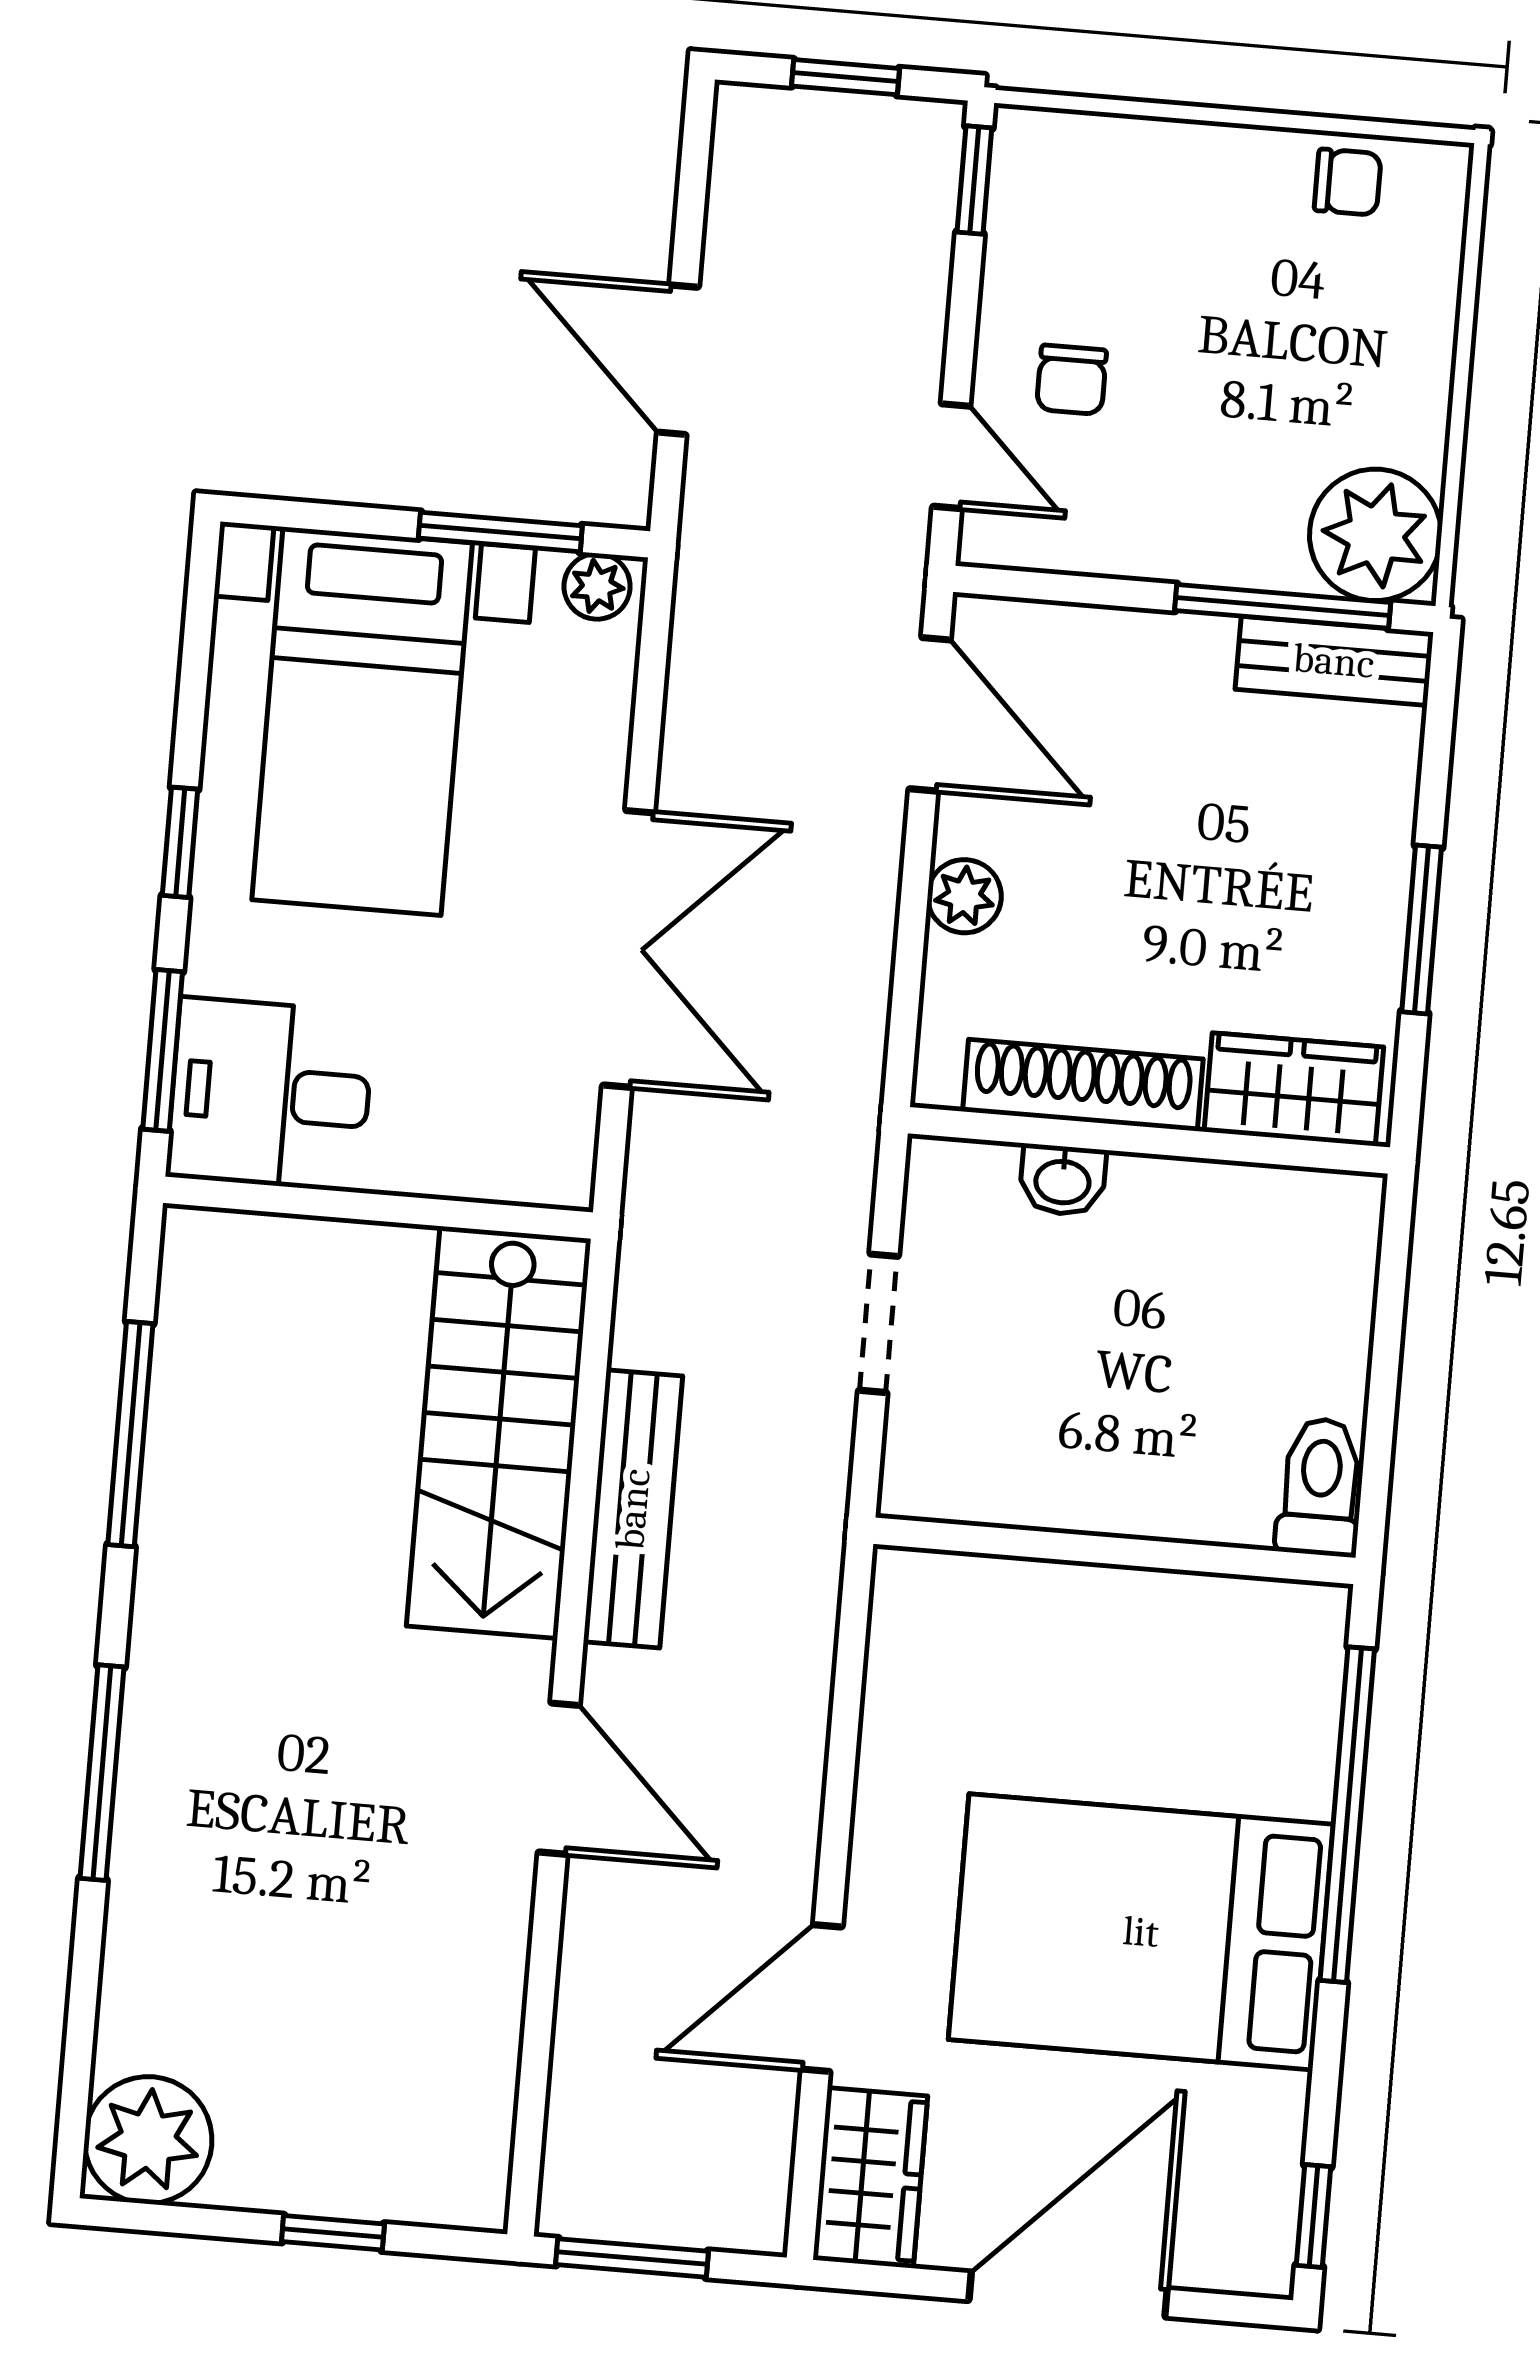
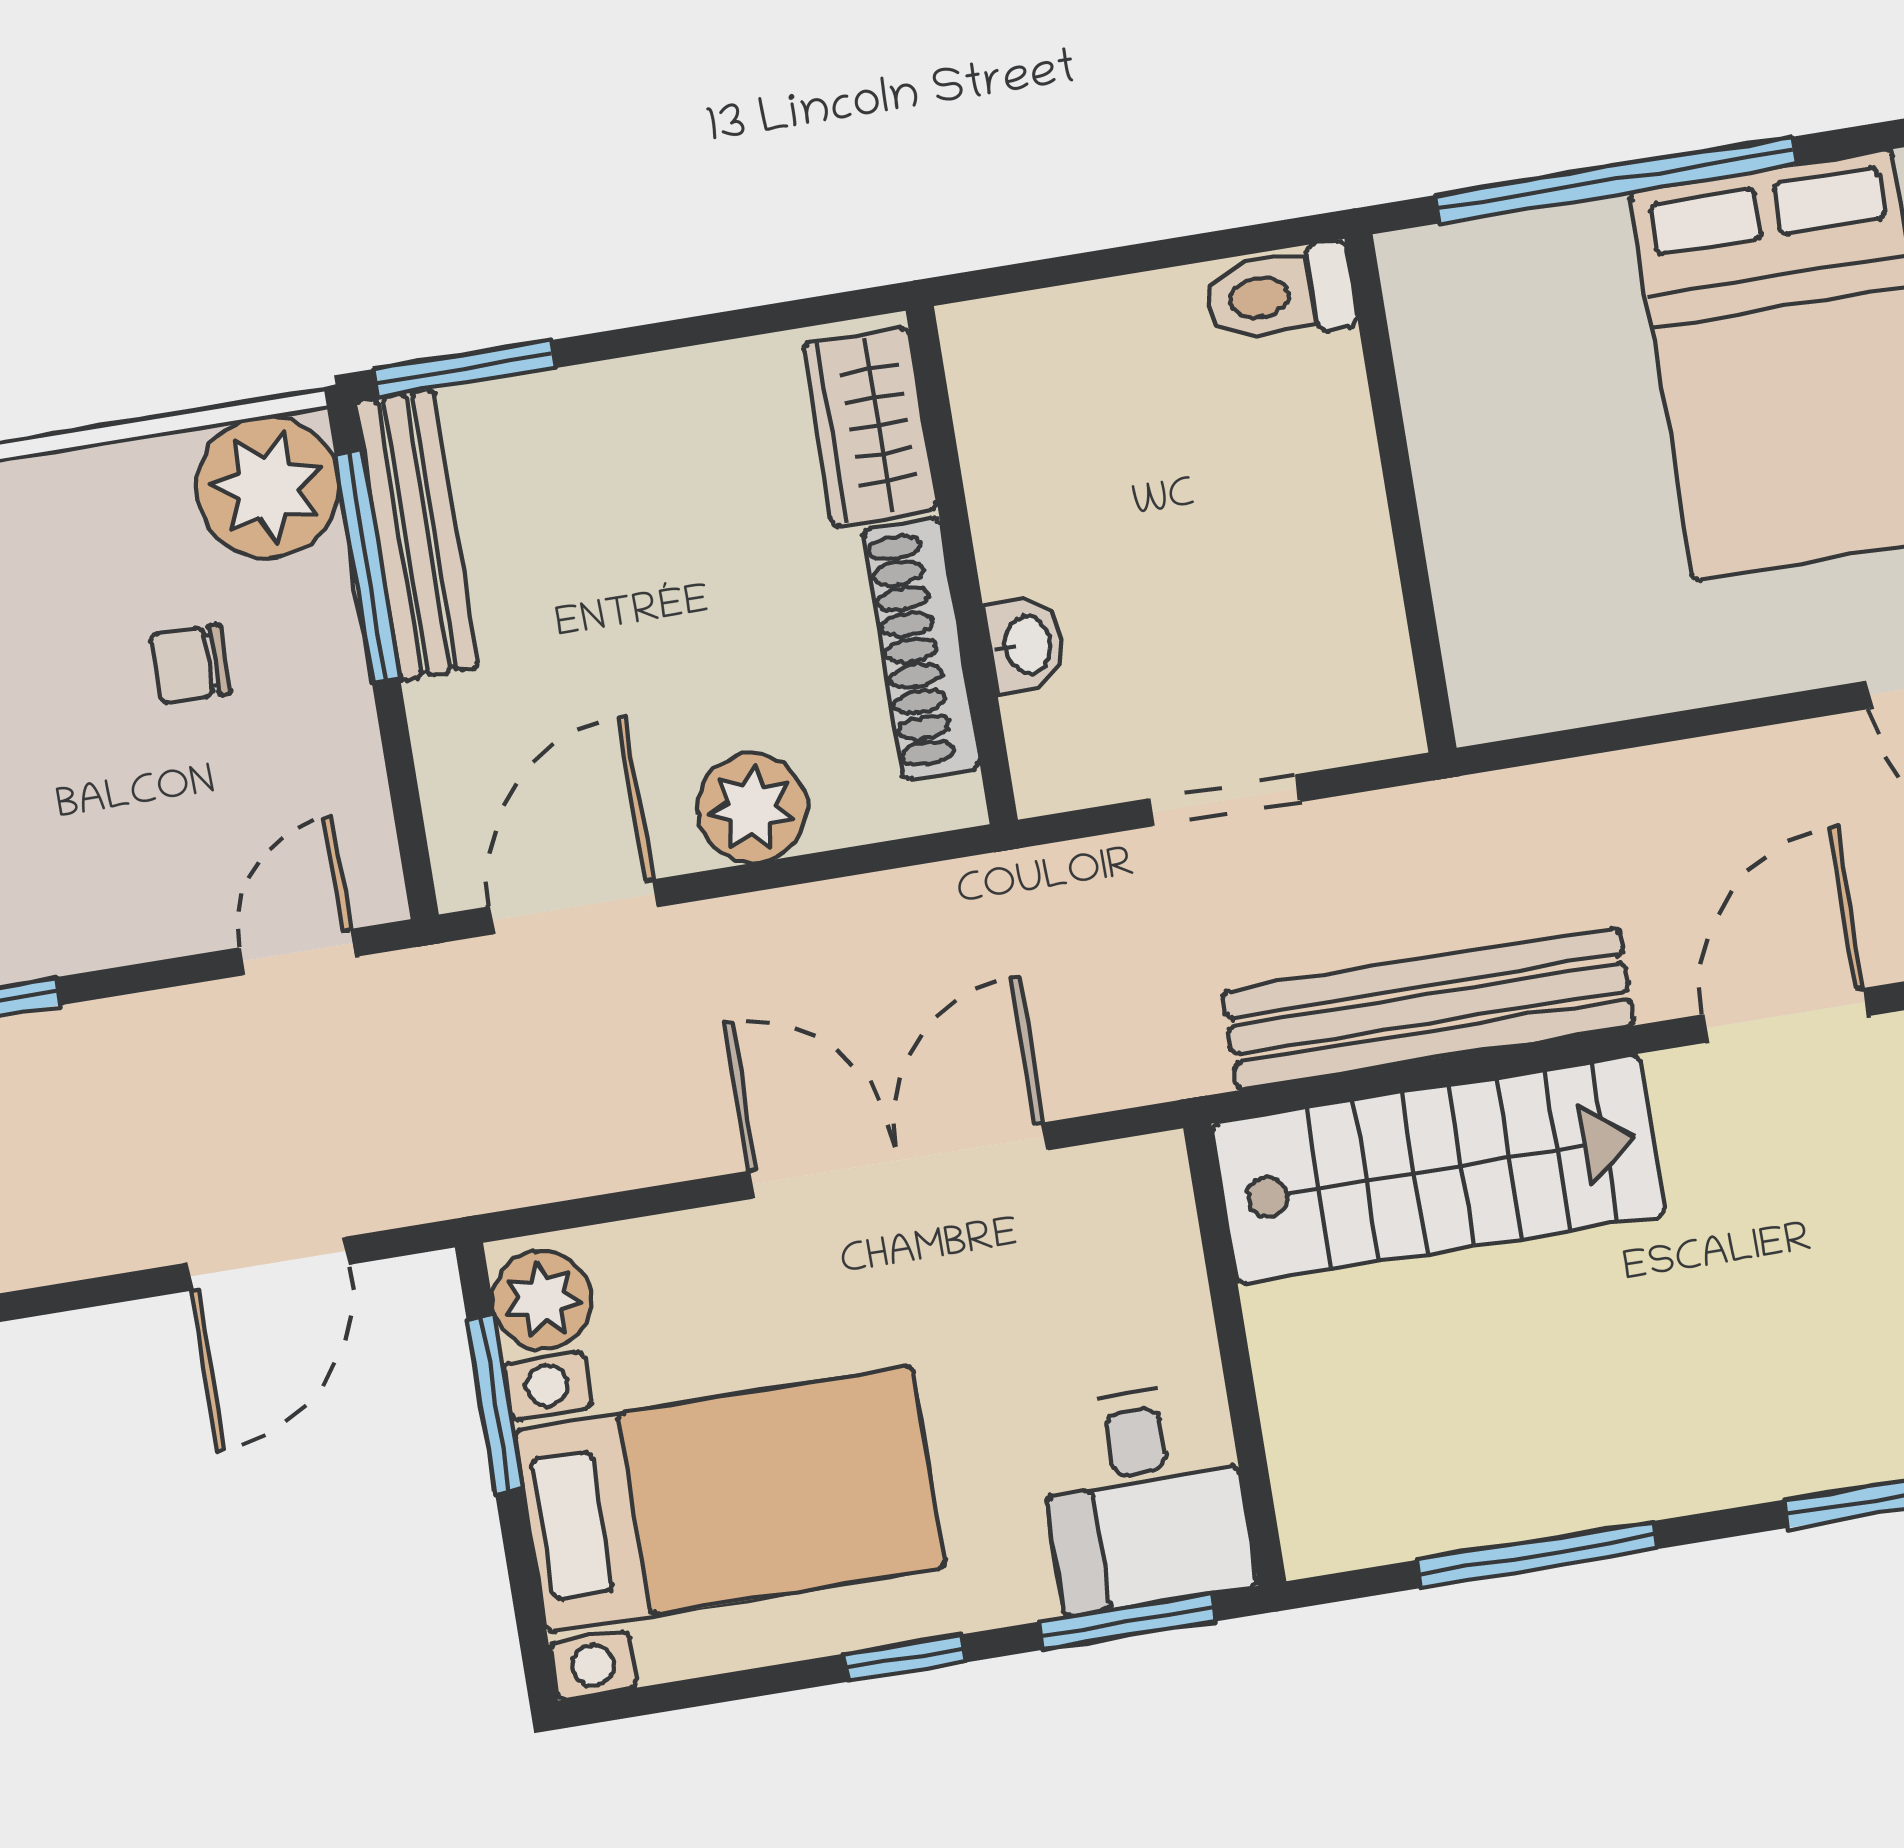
chair: (1072, 380) -> (190, 664), moved, turned 180
plant: (597, 586) -> (542, 1300), width x1.38, depth x1.38
bench: (1334, 661) -> (417, 535), width x1.36
plant: (964, 896) -> (752, 808), width x1.38, depth x1.38
window: (1422, 930) -> (464, 369), moved
bench: (633, 1509) -> (1428, 1008), width x1.37, depth x1.21

